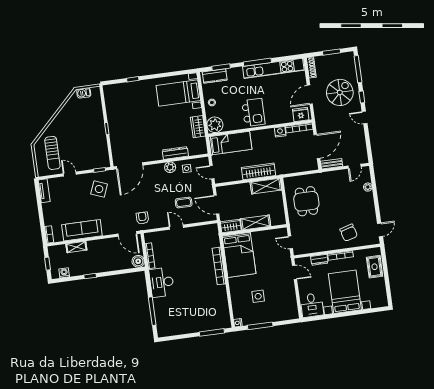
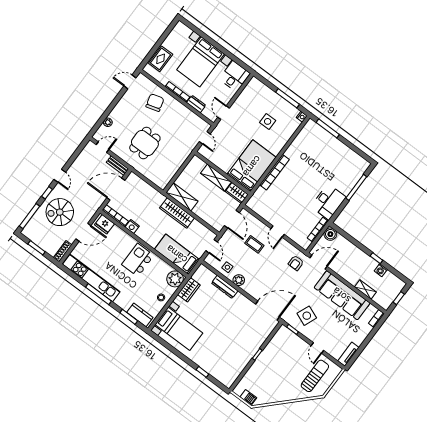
dining table: (306, 201) -> (145, 143), moved
sofa: (82, 230) -> (342, 295), width x1.36, depth x1.27
door: (127, 234) -> (318, 262), hinge flipped
washing machine: (64, 273) -> (381, 270), moved

